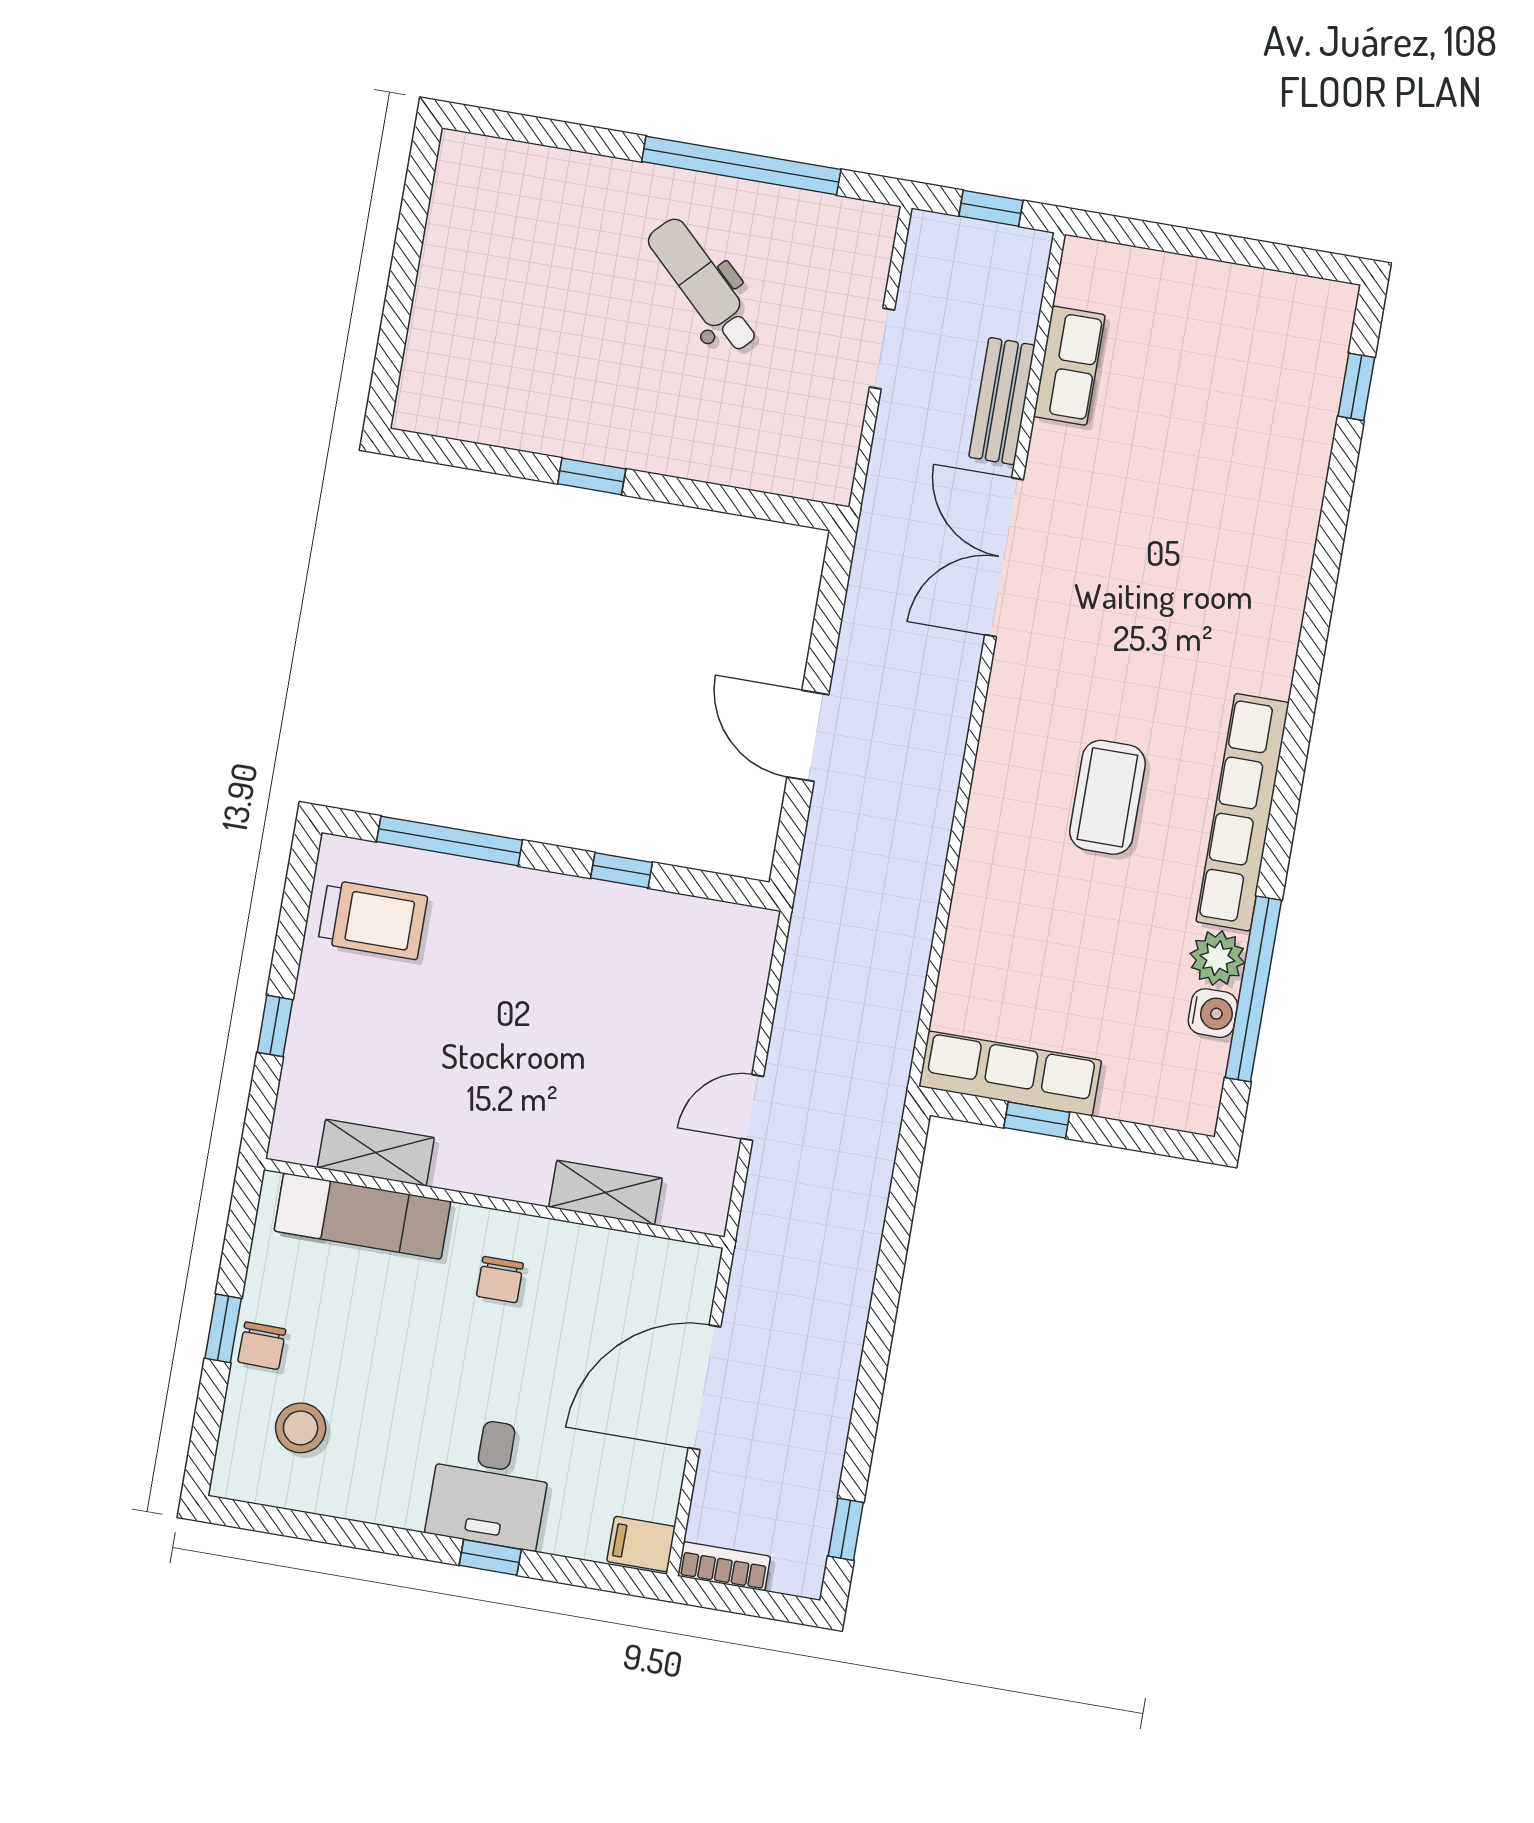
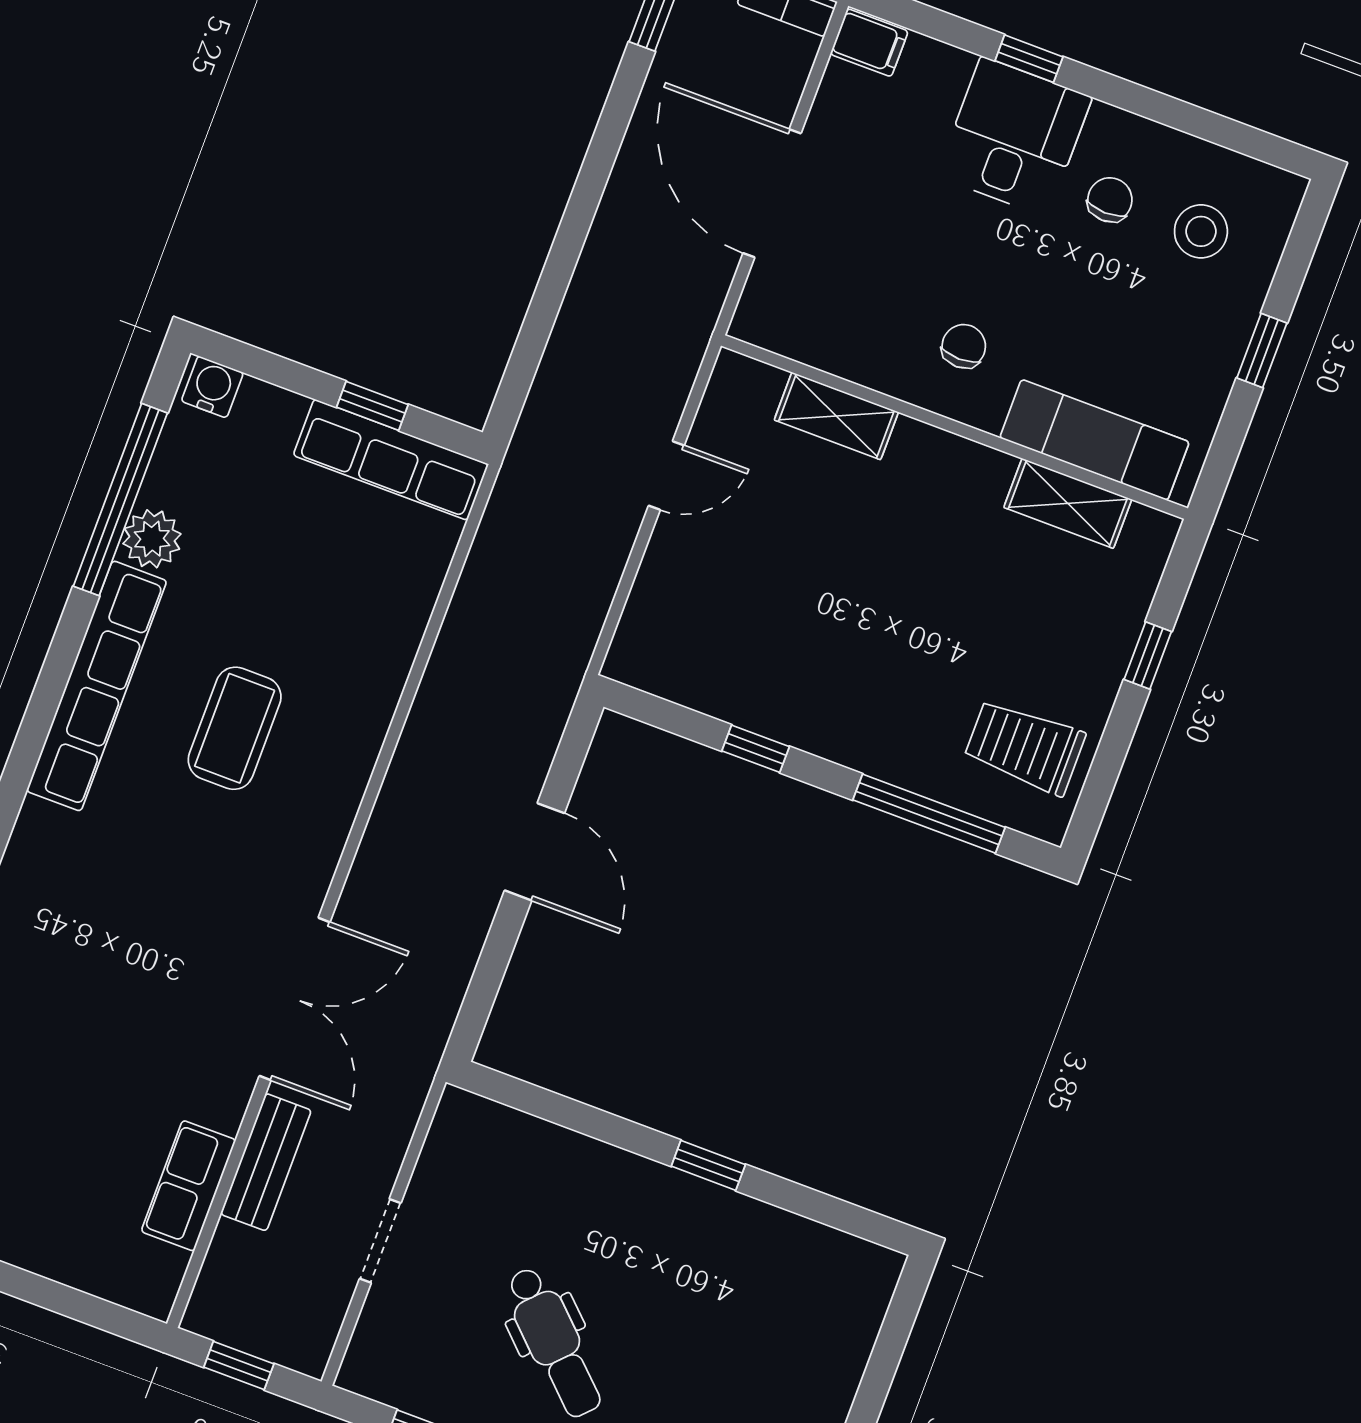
water cooler: (1213, 1013) -> (212, 387), moved, turned 90
chair: (262, 1346) -> (1110, 200), moved
door: (704, 1387) -> (772, 193), swing flipped

